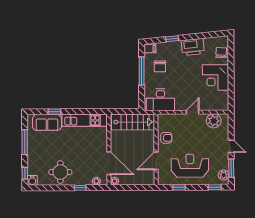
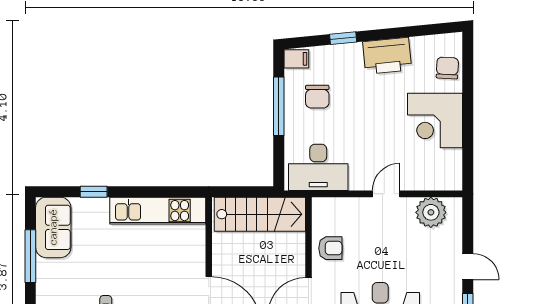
sofa: (47, 122) -> (53, 227), moved, turned -90

